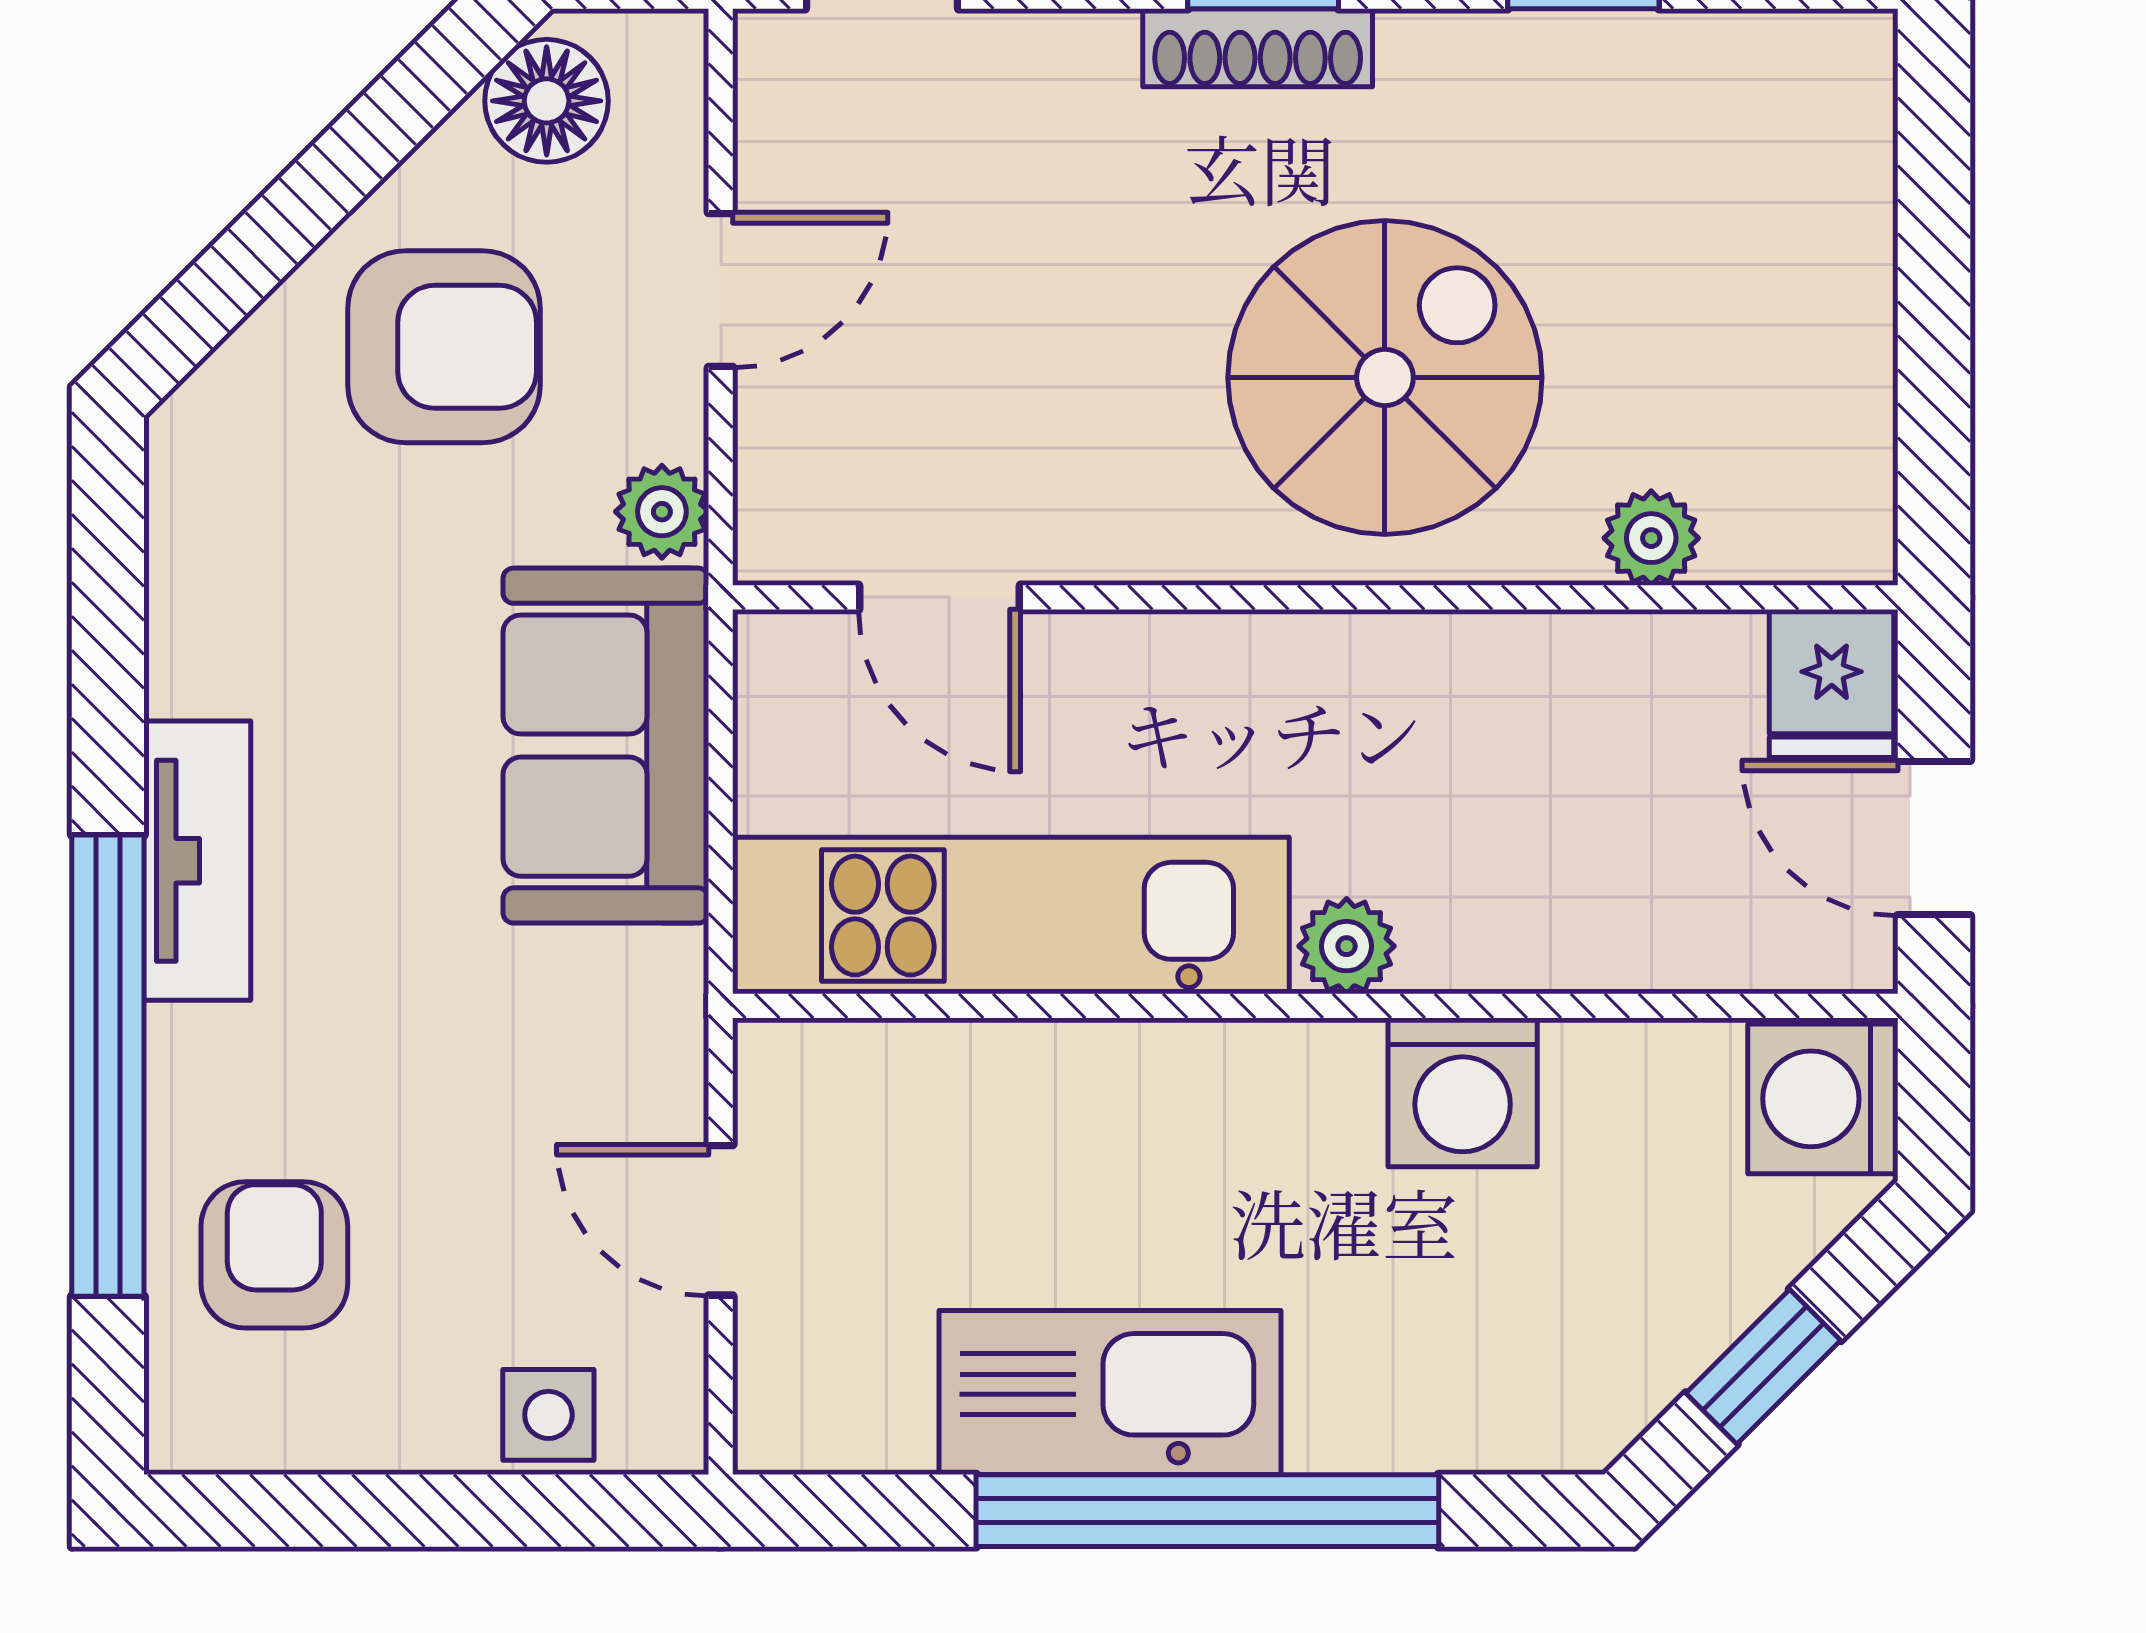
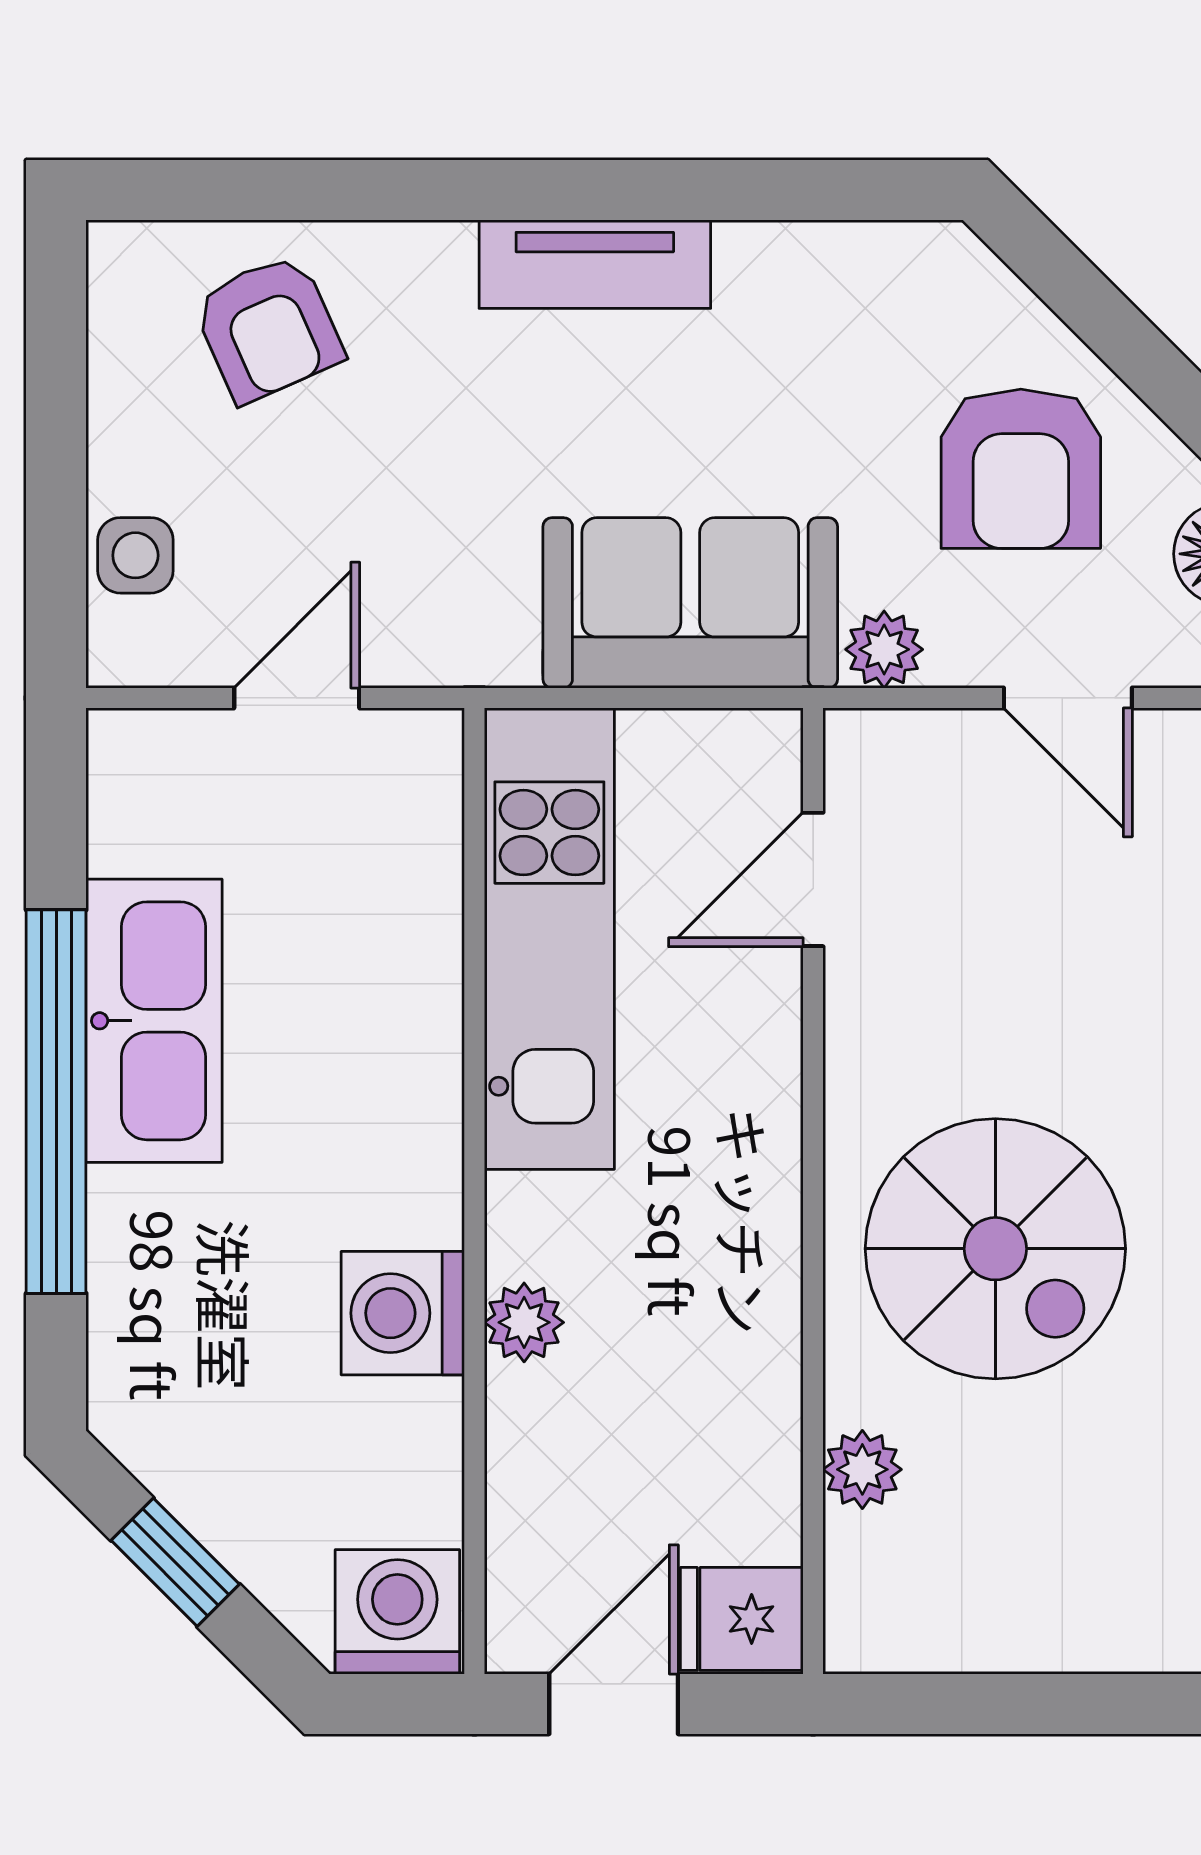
plant: (1347, 946) -> (524, 1322), moved
window: (108, 1066) -> (425, 190), removed
armchair: (274, 1255) -> (268, 328), turned 66

